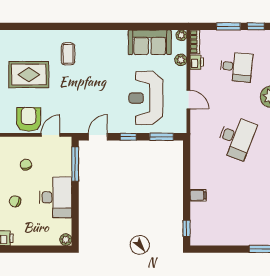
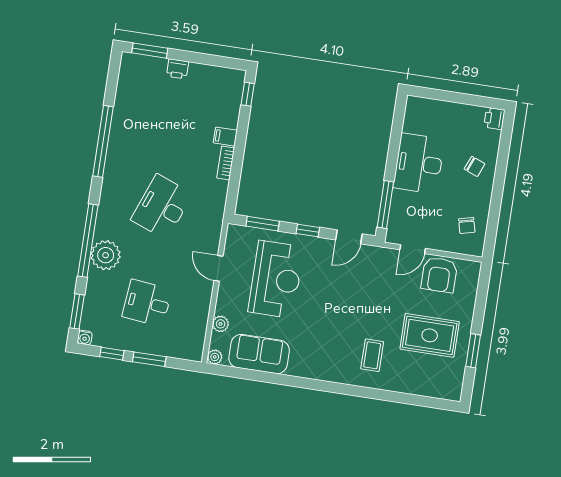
bookcase: (195, 42) -> (226, 163), moved
printer: (197, 62) -> (177, 69), moved, turned -90
chair: (26, 165) -> (467, 225), moved
plant: (66, 240) -> (414, 104), removed

